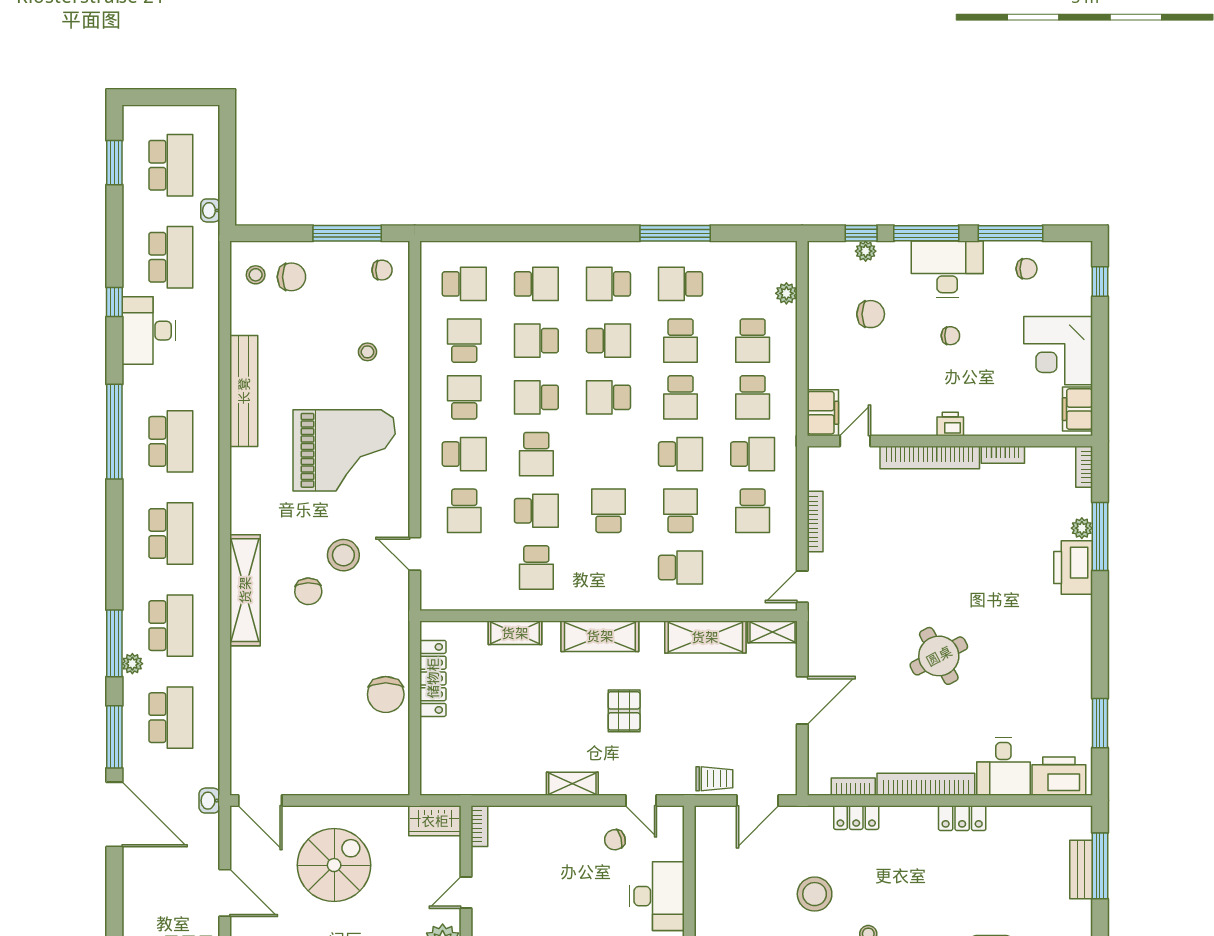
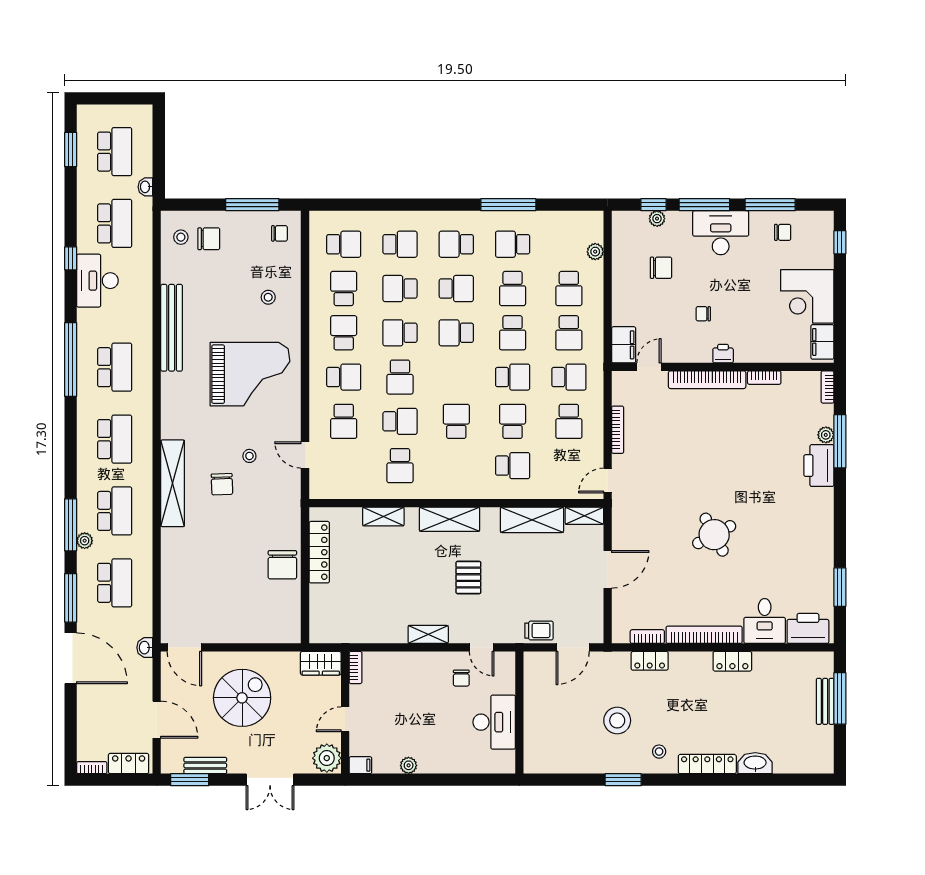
chair: (950, 336) -> (703, 314), moved, turned 180
stool: (343, 555) -> (249, 456), width x0.53, depth x0.53
chair: (615, 840) -> (461, 678), turned -74

